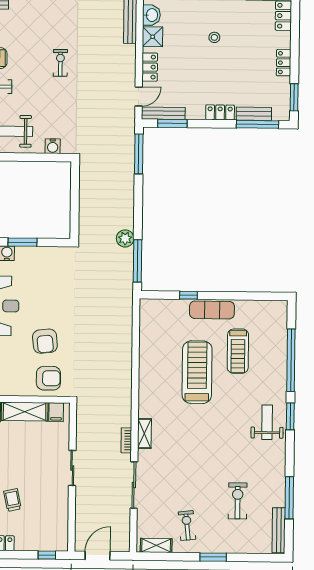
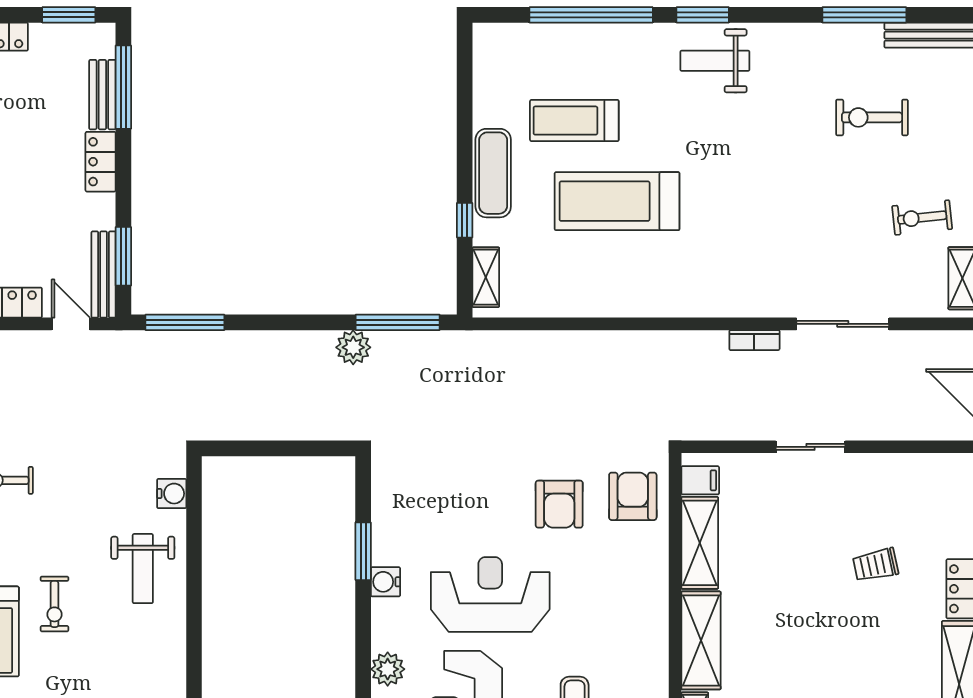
armchair: (45, 341) -> (559, 504), turned 96
treadmill: (238, 351) -> (574, 121), turned 180
shelving: (144, 434) -> (486, 277), moved, turned 90

